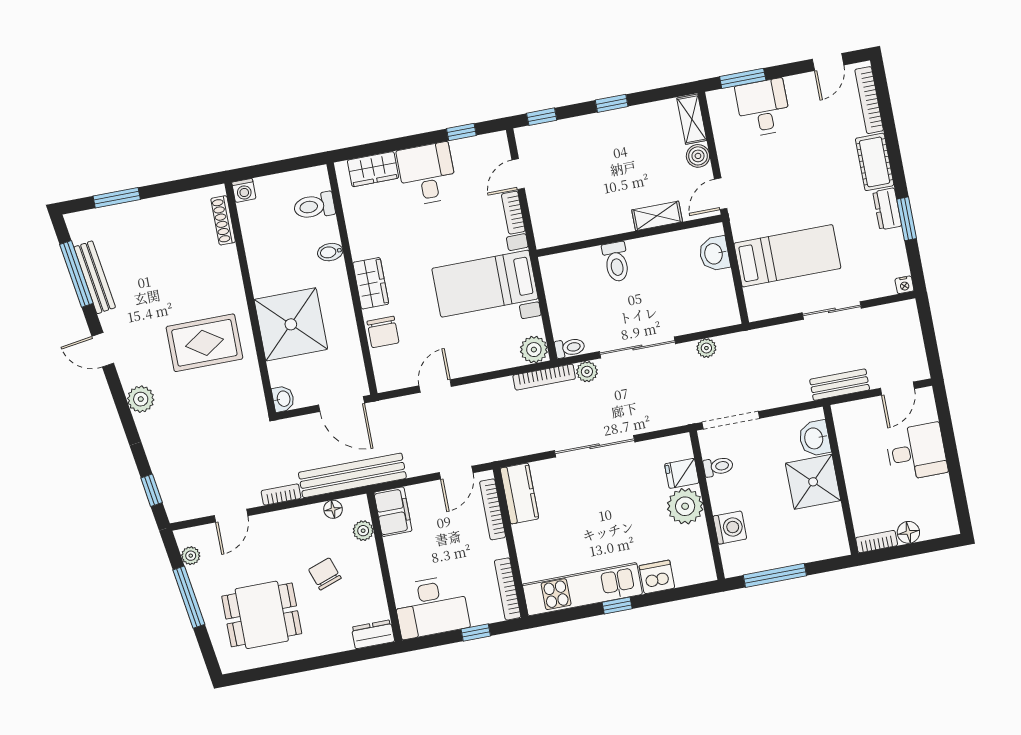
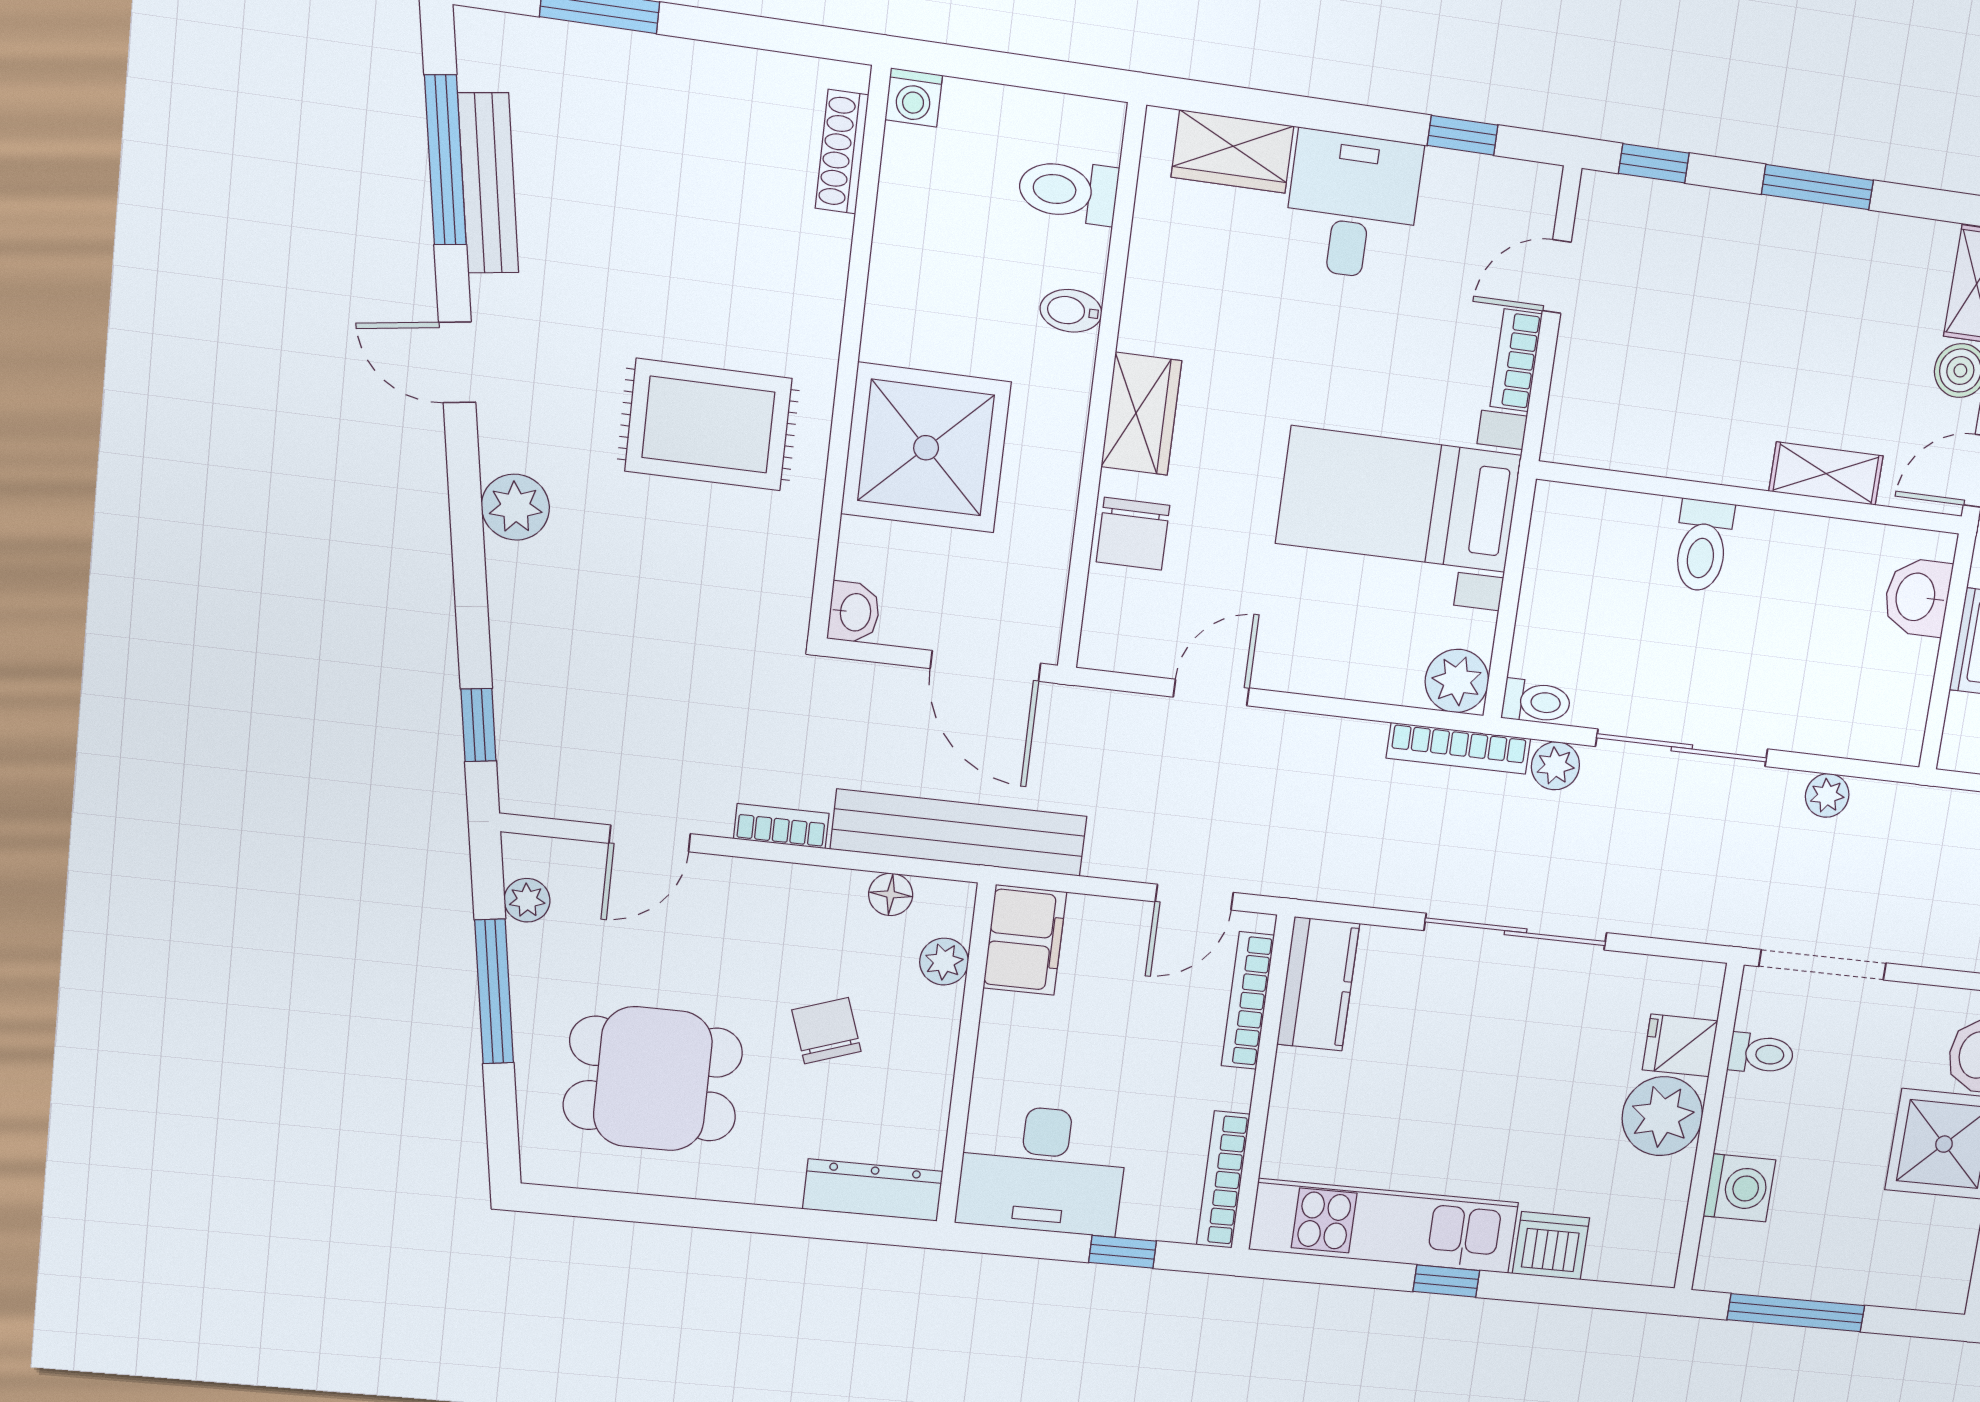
window: (612, 103) -> (1817, 187), width x1.50
dresser: (373, 634) -> (873, 1190), width x1.44

